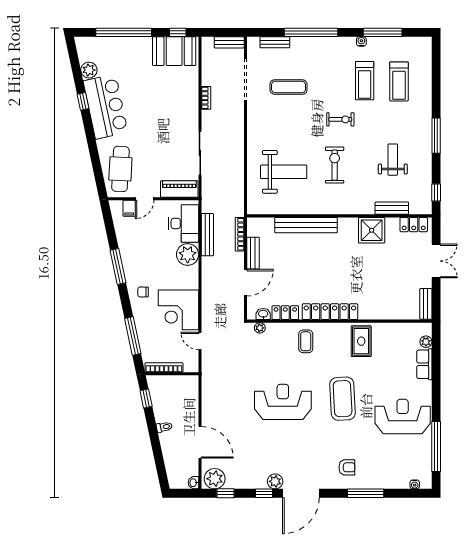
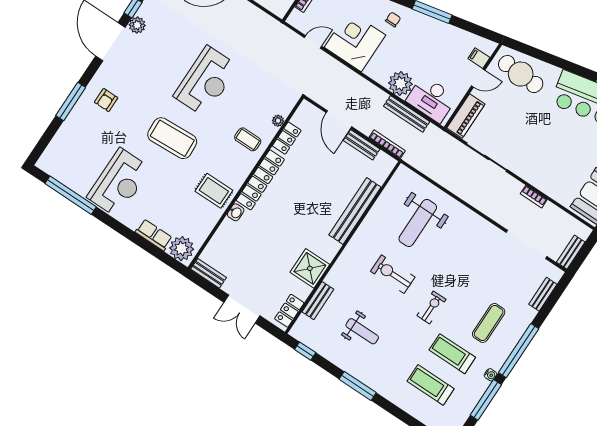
window: (311, 32) -> (519, 351), moved
exercise mat: (288, 87) -> (489, 323), moved
exercise bike: (340, 119) -> (431, 307), turned 180
exercise bike: (335, 165) -> (393, 274), turned 180
door: (145, 199) -> (478, 78), swing flipped
washbasin: (263, 314) -> (236, 212), moved
plant: (260, 328) -> (278, 121), moved
plant: (426, 342) -> (182, 249), width x1.87, depth x1.87
water cooler: (415, 484) -> (49, 152), removed

